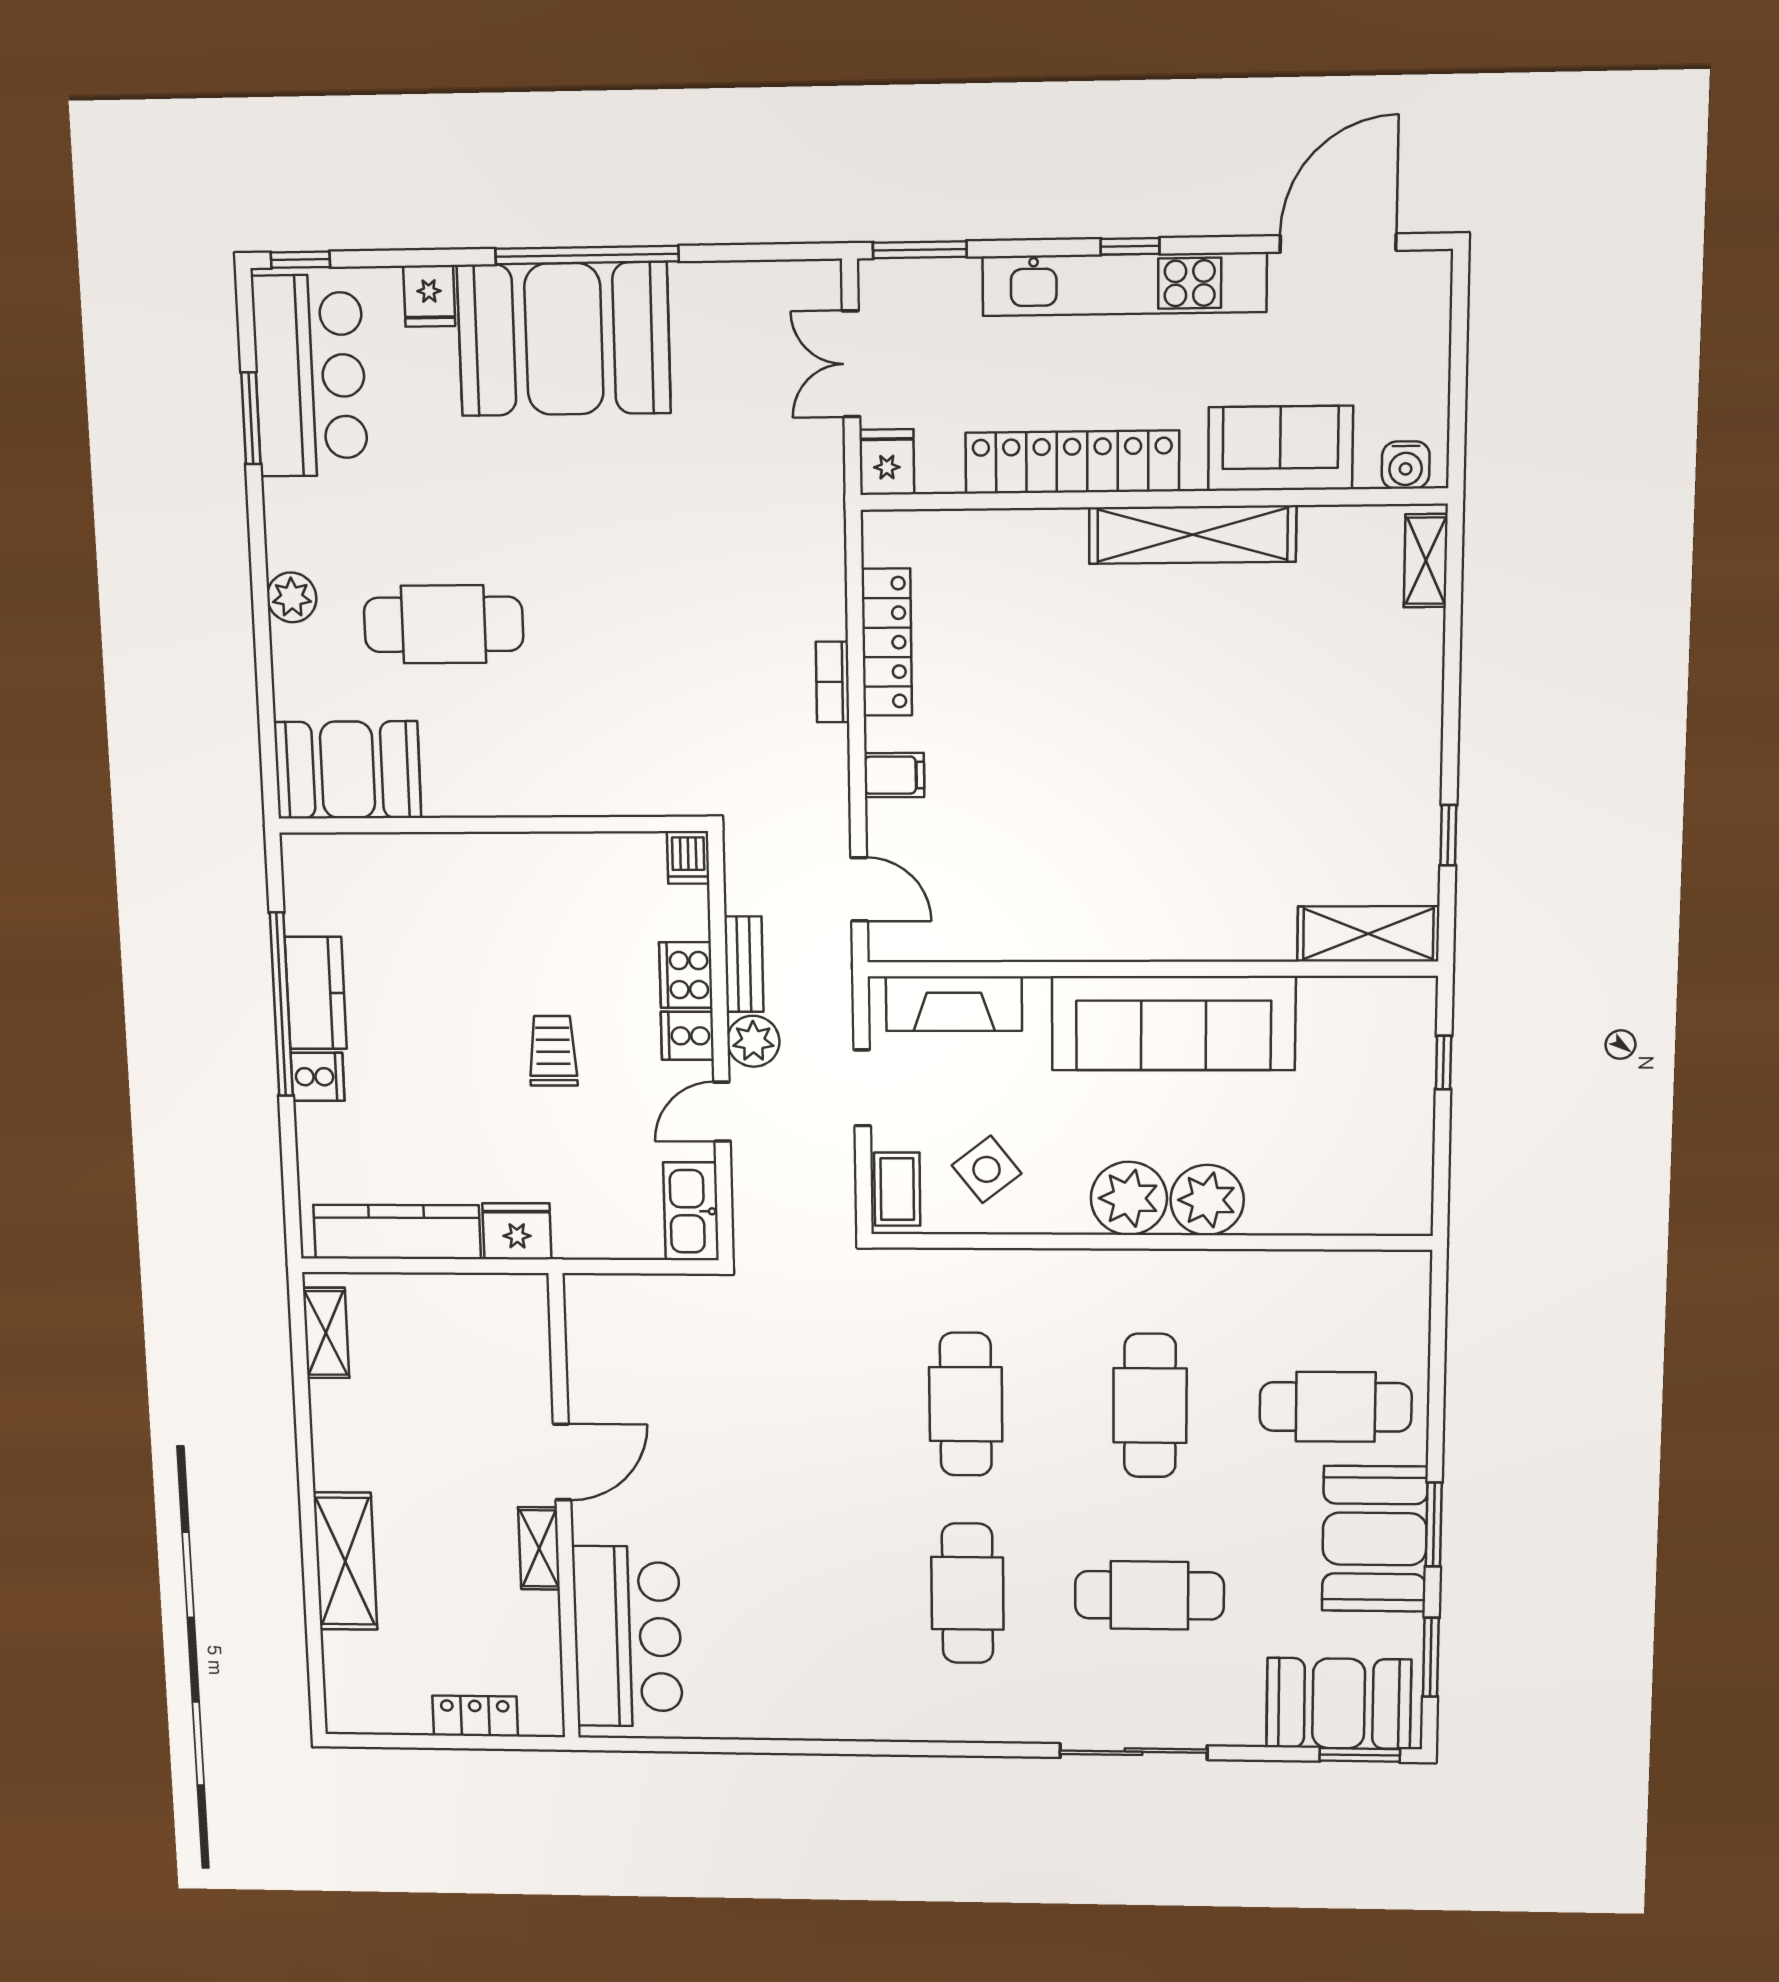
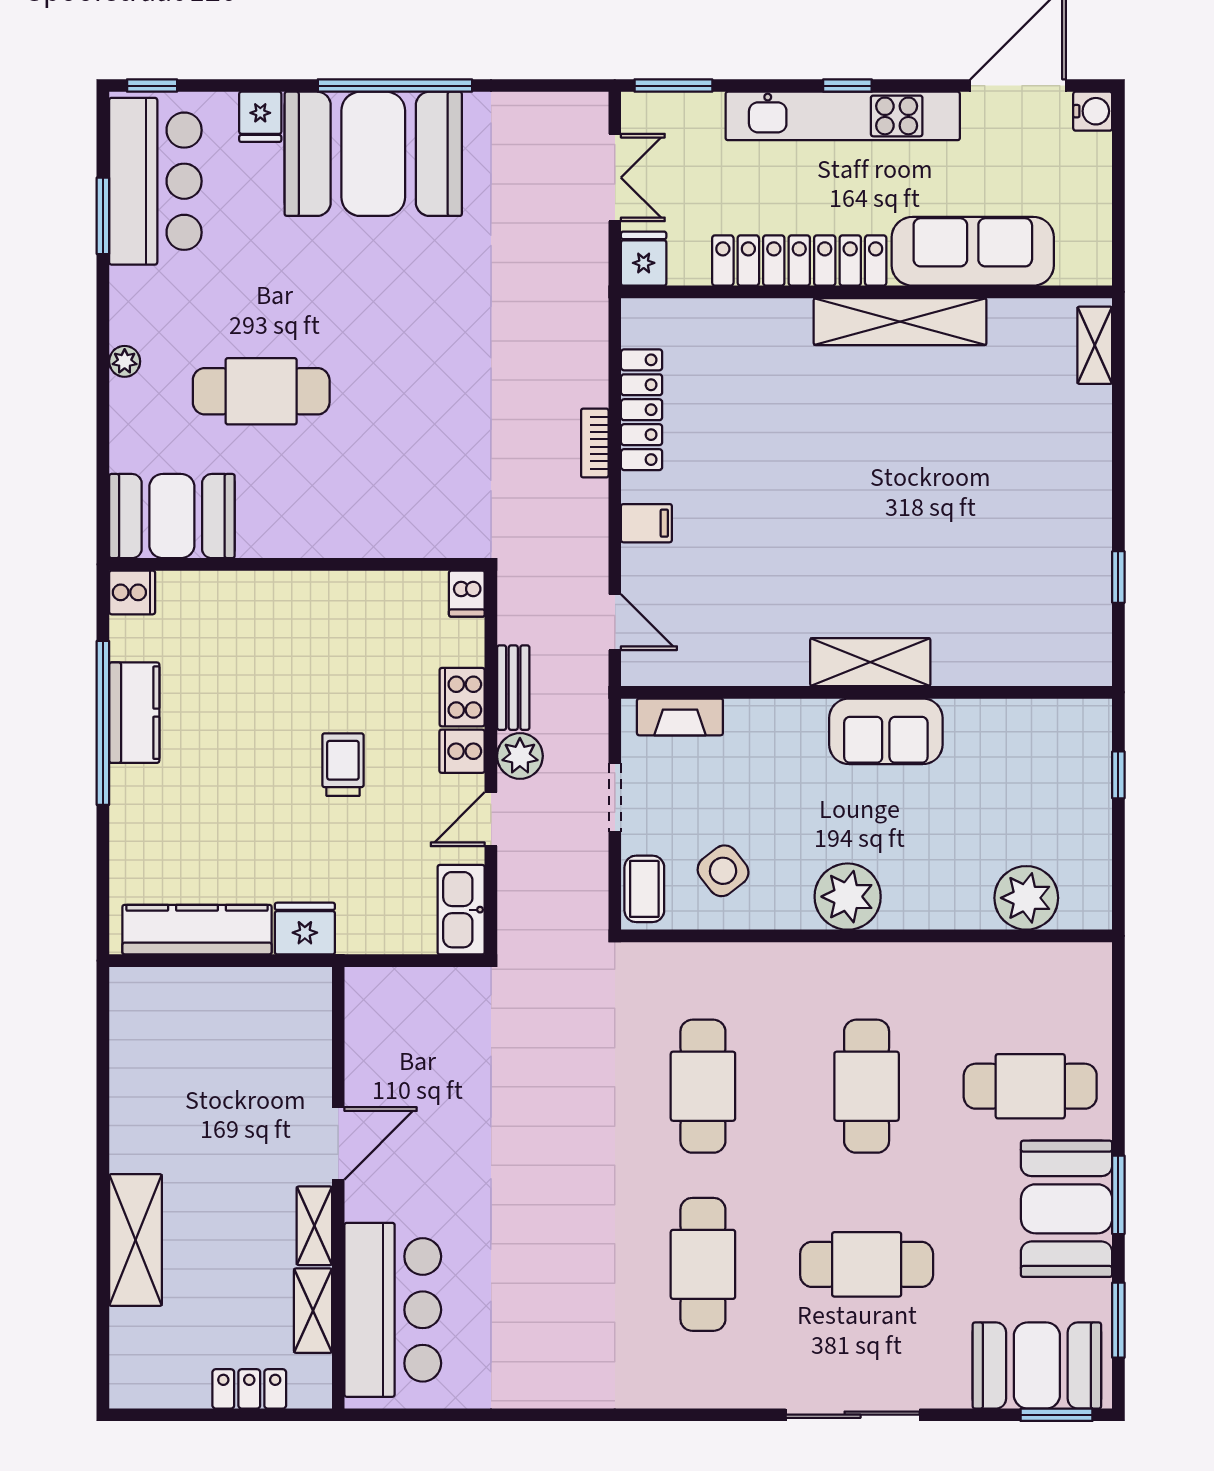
double door: (851, 364) -> (615, 178), swing flipped
sofa: (1280, 448) -> (973, 251), width x1.36
water cooler: (1406, 465) -> (1093, 111), moved, turned -90
plant: (292, 597) -> (125, 361), width x0.73, depth x0.73
shelving: (1368, 934) -> (870, 662), moved
fireplace: (954, 1004) -> (680, 717), width x0.73, depth x0.76
sofa: (1173, 1023) -> (886, 731), width x0.54, depth x0.79
cooker: (318, 1077) -> (132, 592), moved
plant: (1207, 1200) -> (1026, 898), moved
shelving: (326, 1333) -> (313, 1311), moved

